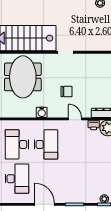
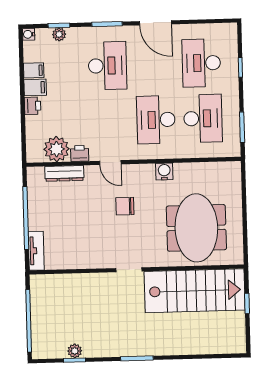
desk: (75, 179) -> (107, 66), added

